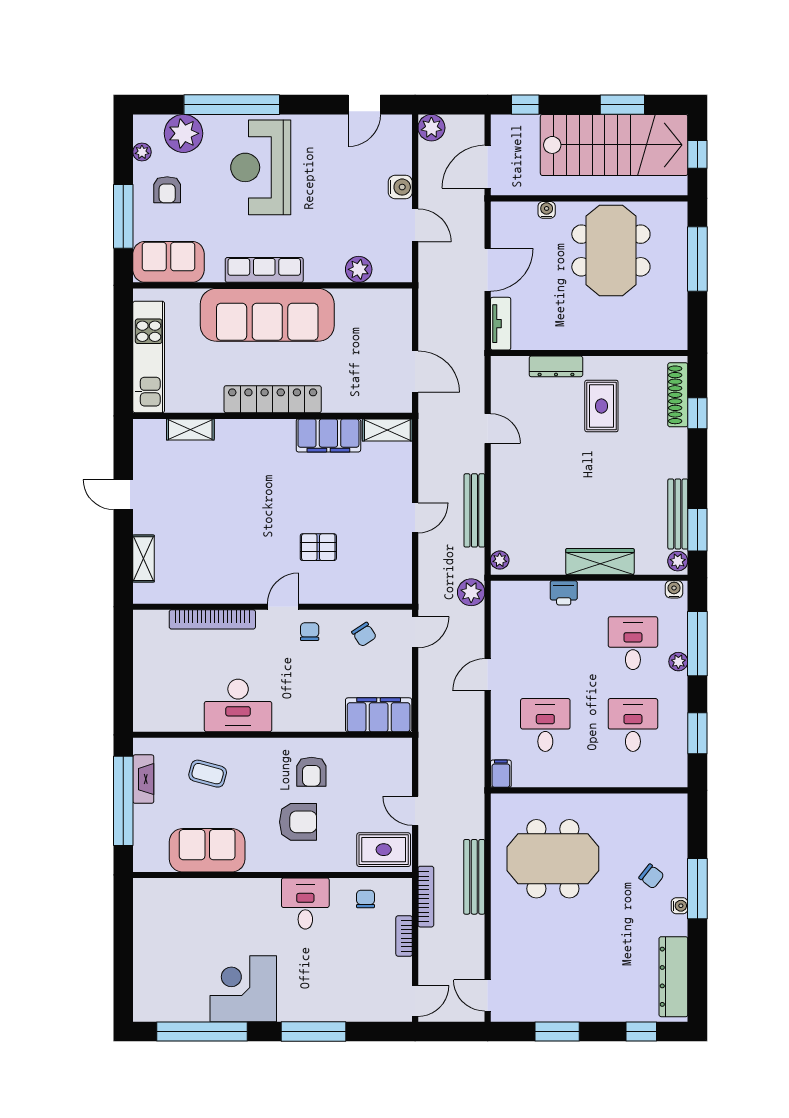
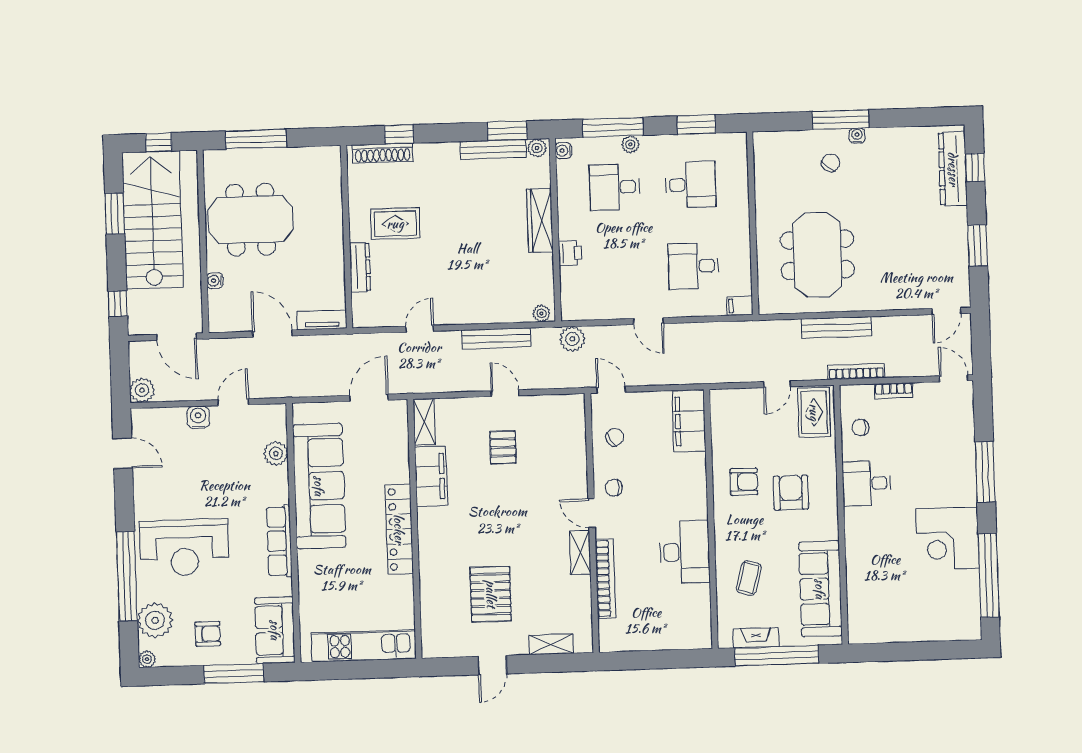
plant: (142, 152) -> (147, 659), moved
sofa: (267, 315) -> (319, 486), moved
shelving: (190, 429) -> (580, 552), moved
pallet: (200, 495) -> (491, 594), added
pallet: (318, 547) -> (503, 447), moved
desk: (633, 725) -> (691, 185), turned 180
sofa: (207, 850) -> (820, 589), width x1.36
dresser: (673, 977) -> (953, 169), moved, turned 90

